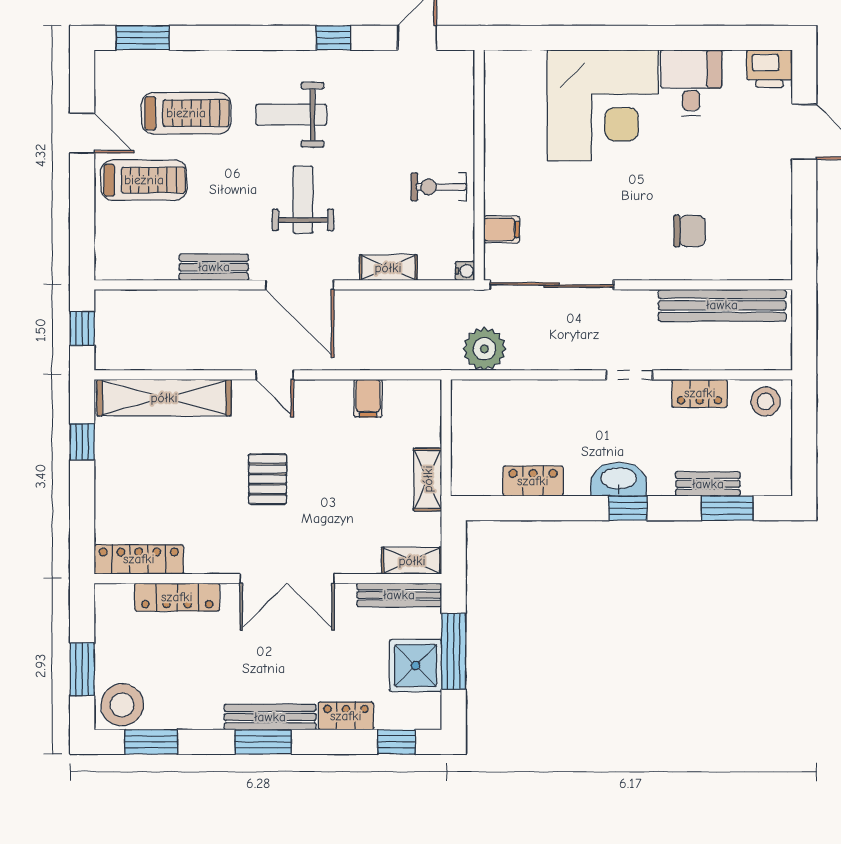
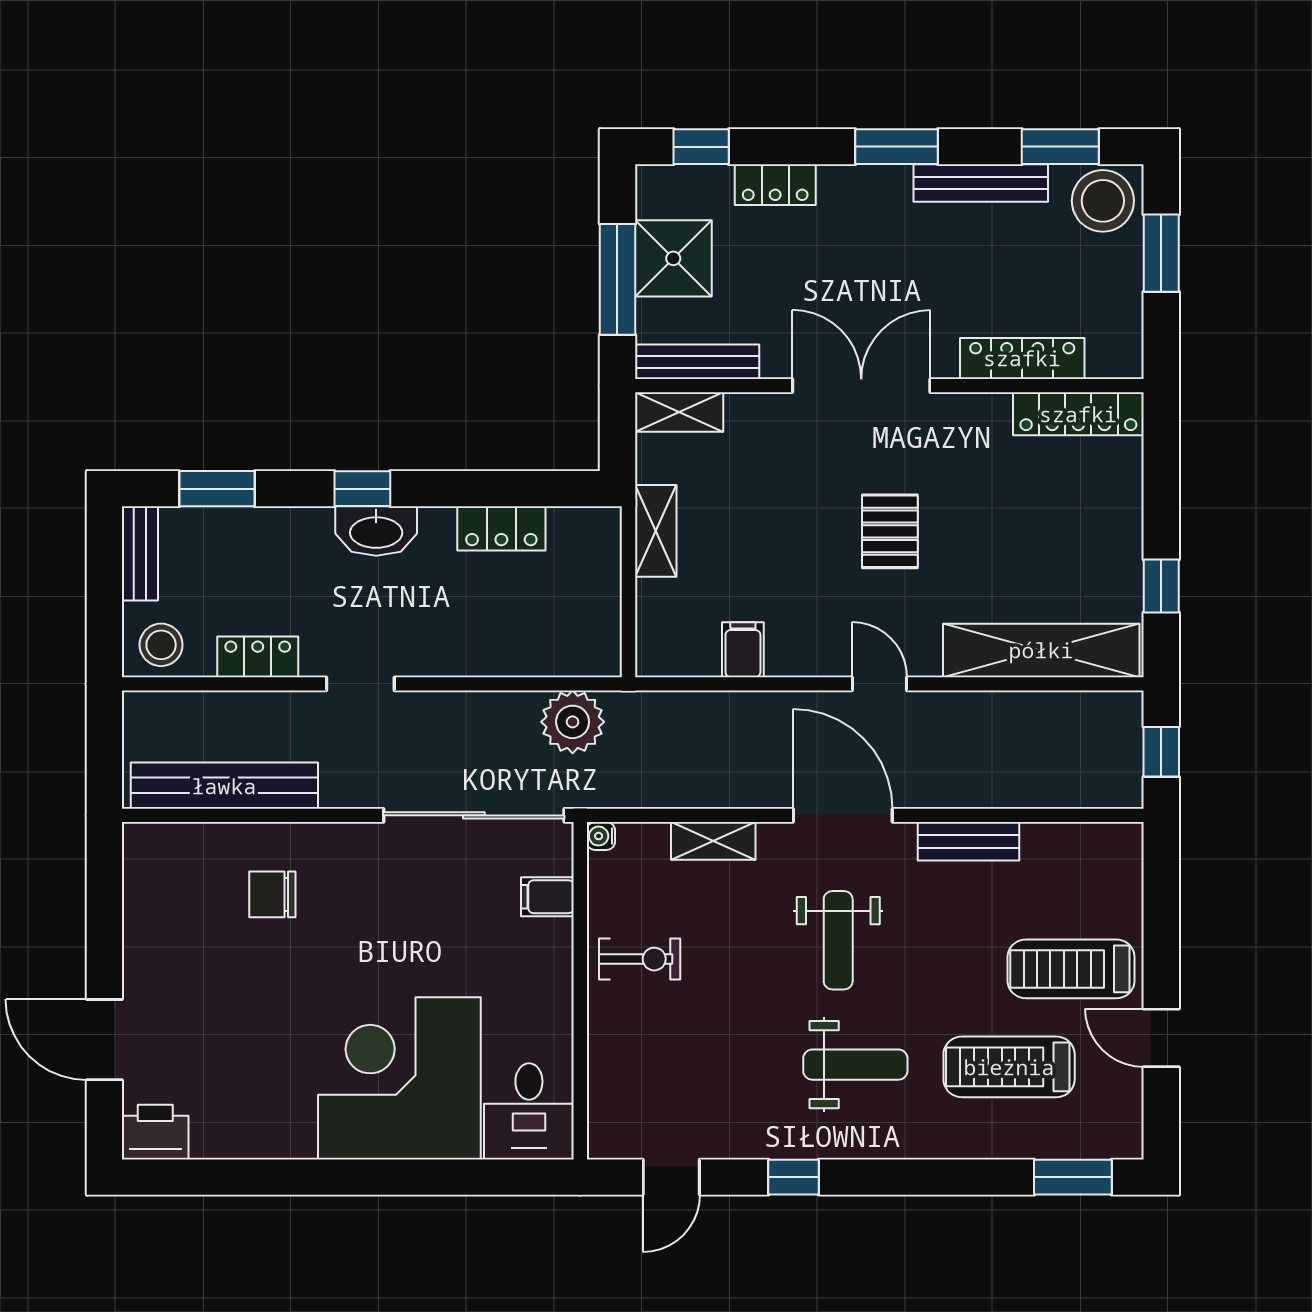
desk: (691, 83) -> (529, 1111), moved
bench: (708, 484) -> (140, 553), moved, turned 90
bench: (270, 717) -> (981, 183), moved

